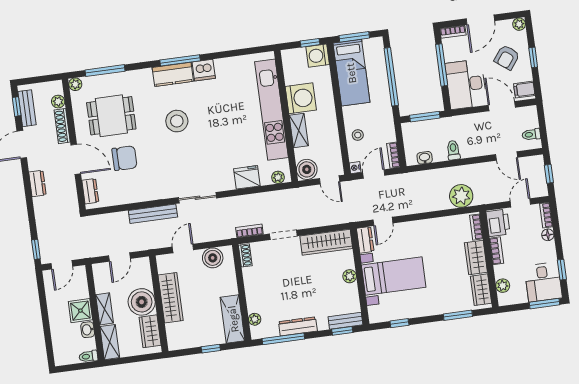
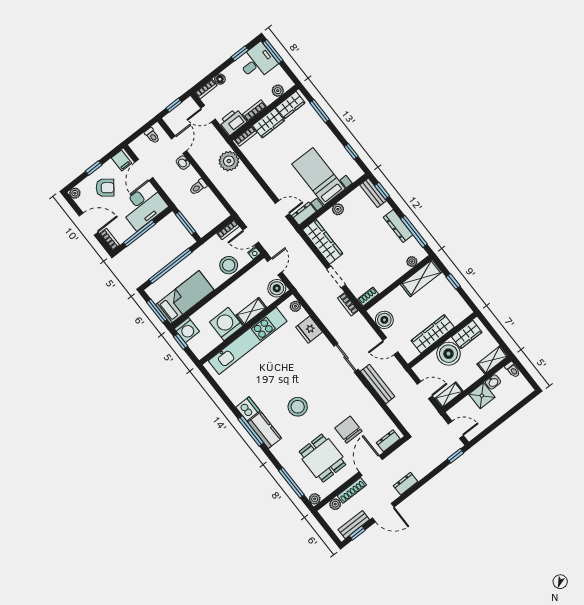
stool: (358, 135) -> (229, 265), width x1.89, depth x1.89
washbasin: (425, 158) -> (183, 163), moved
shelving: (105, 309) -> (449, 395), moved

